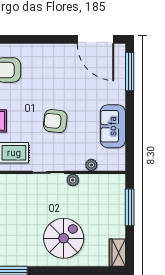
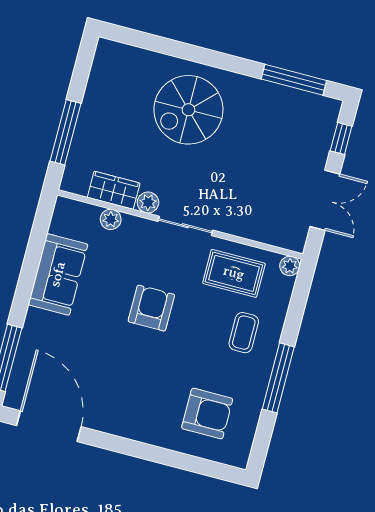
armchair: (55, 121) -> (151, 308), turned -96
wardrobe: (117, 253) -> (114, 190), moved, turned -90

